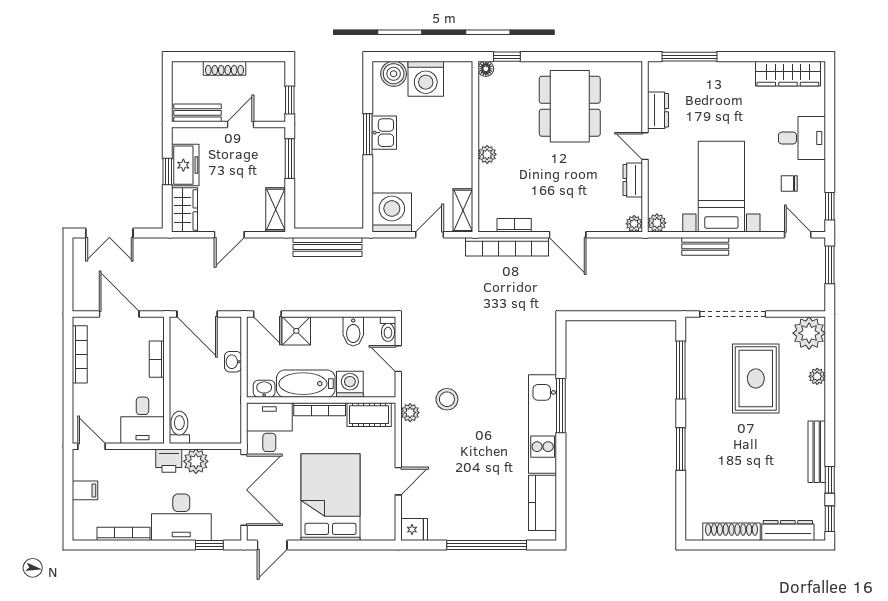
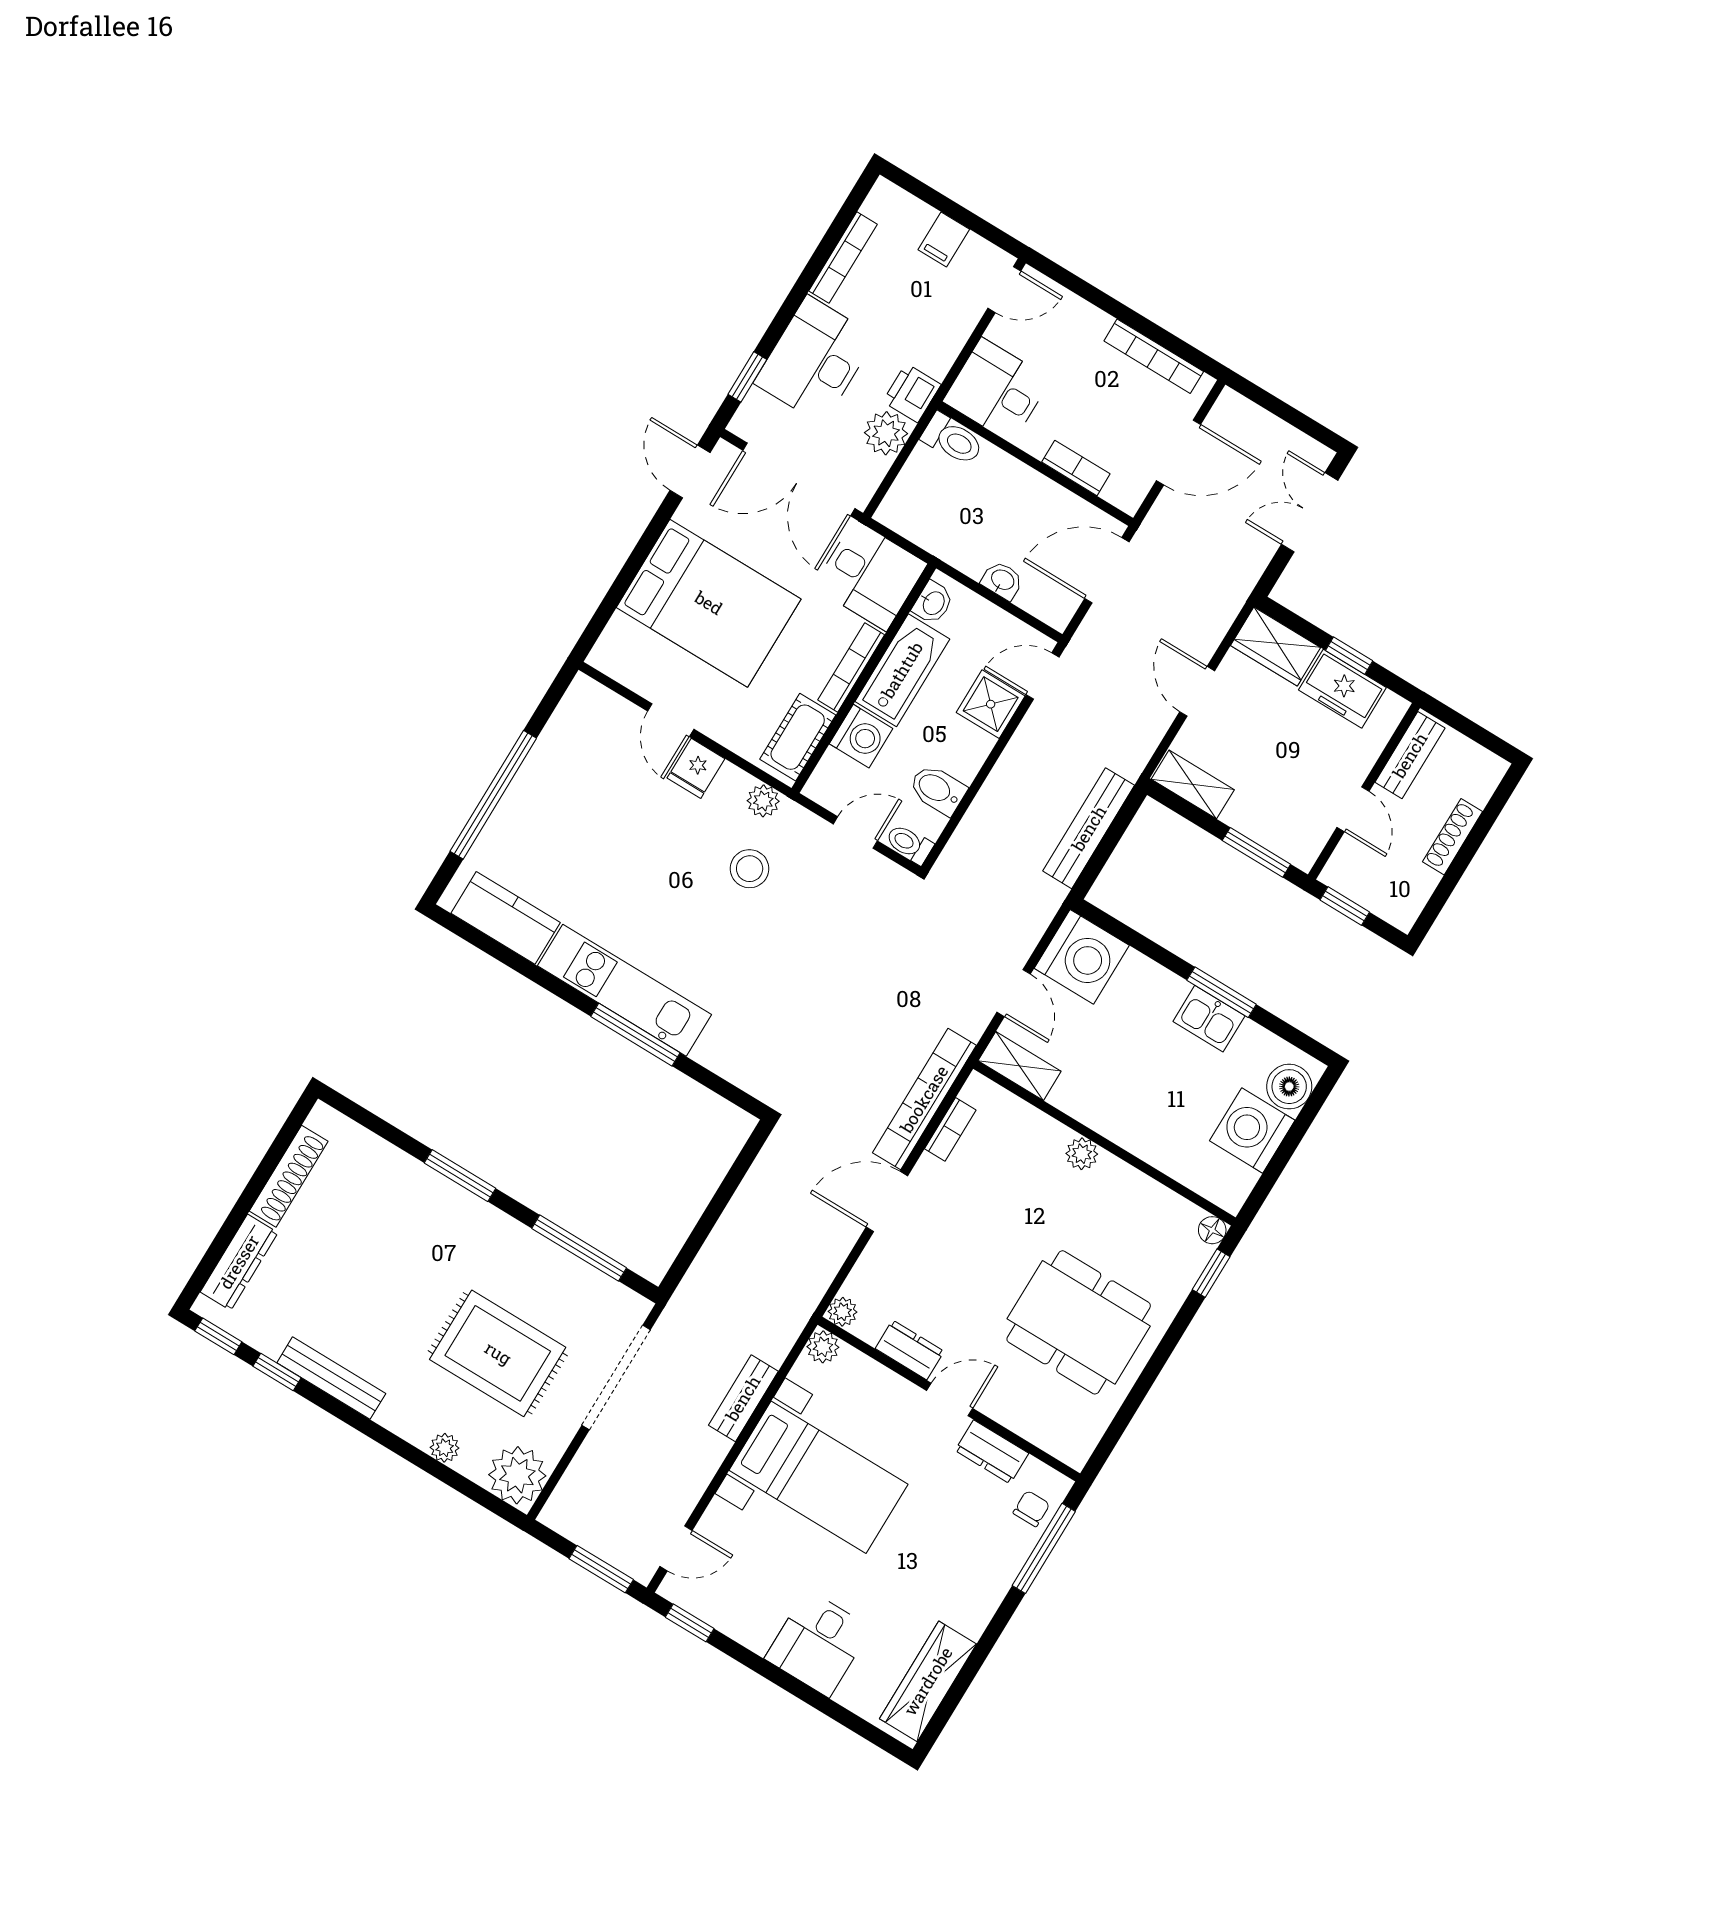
chair: (789, 184) -> (1031, 1509), moved
fridge: (414, 530) -> (696, 768), moved

